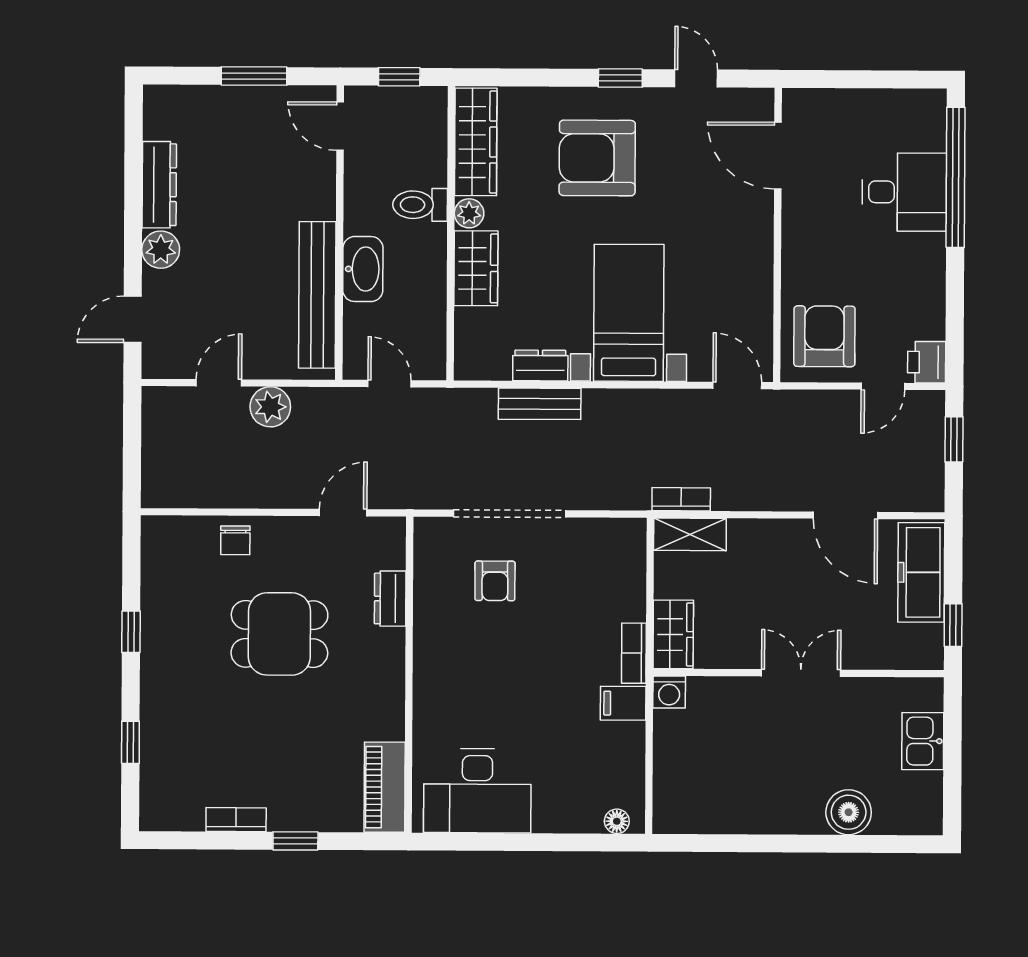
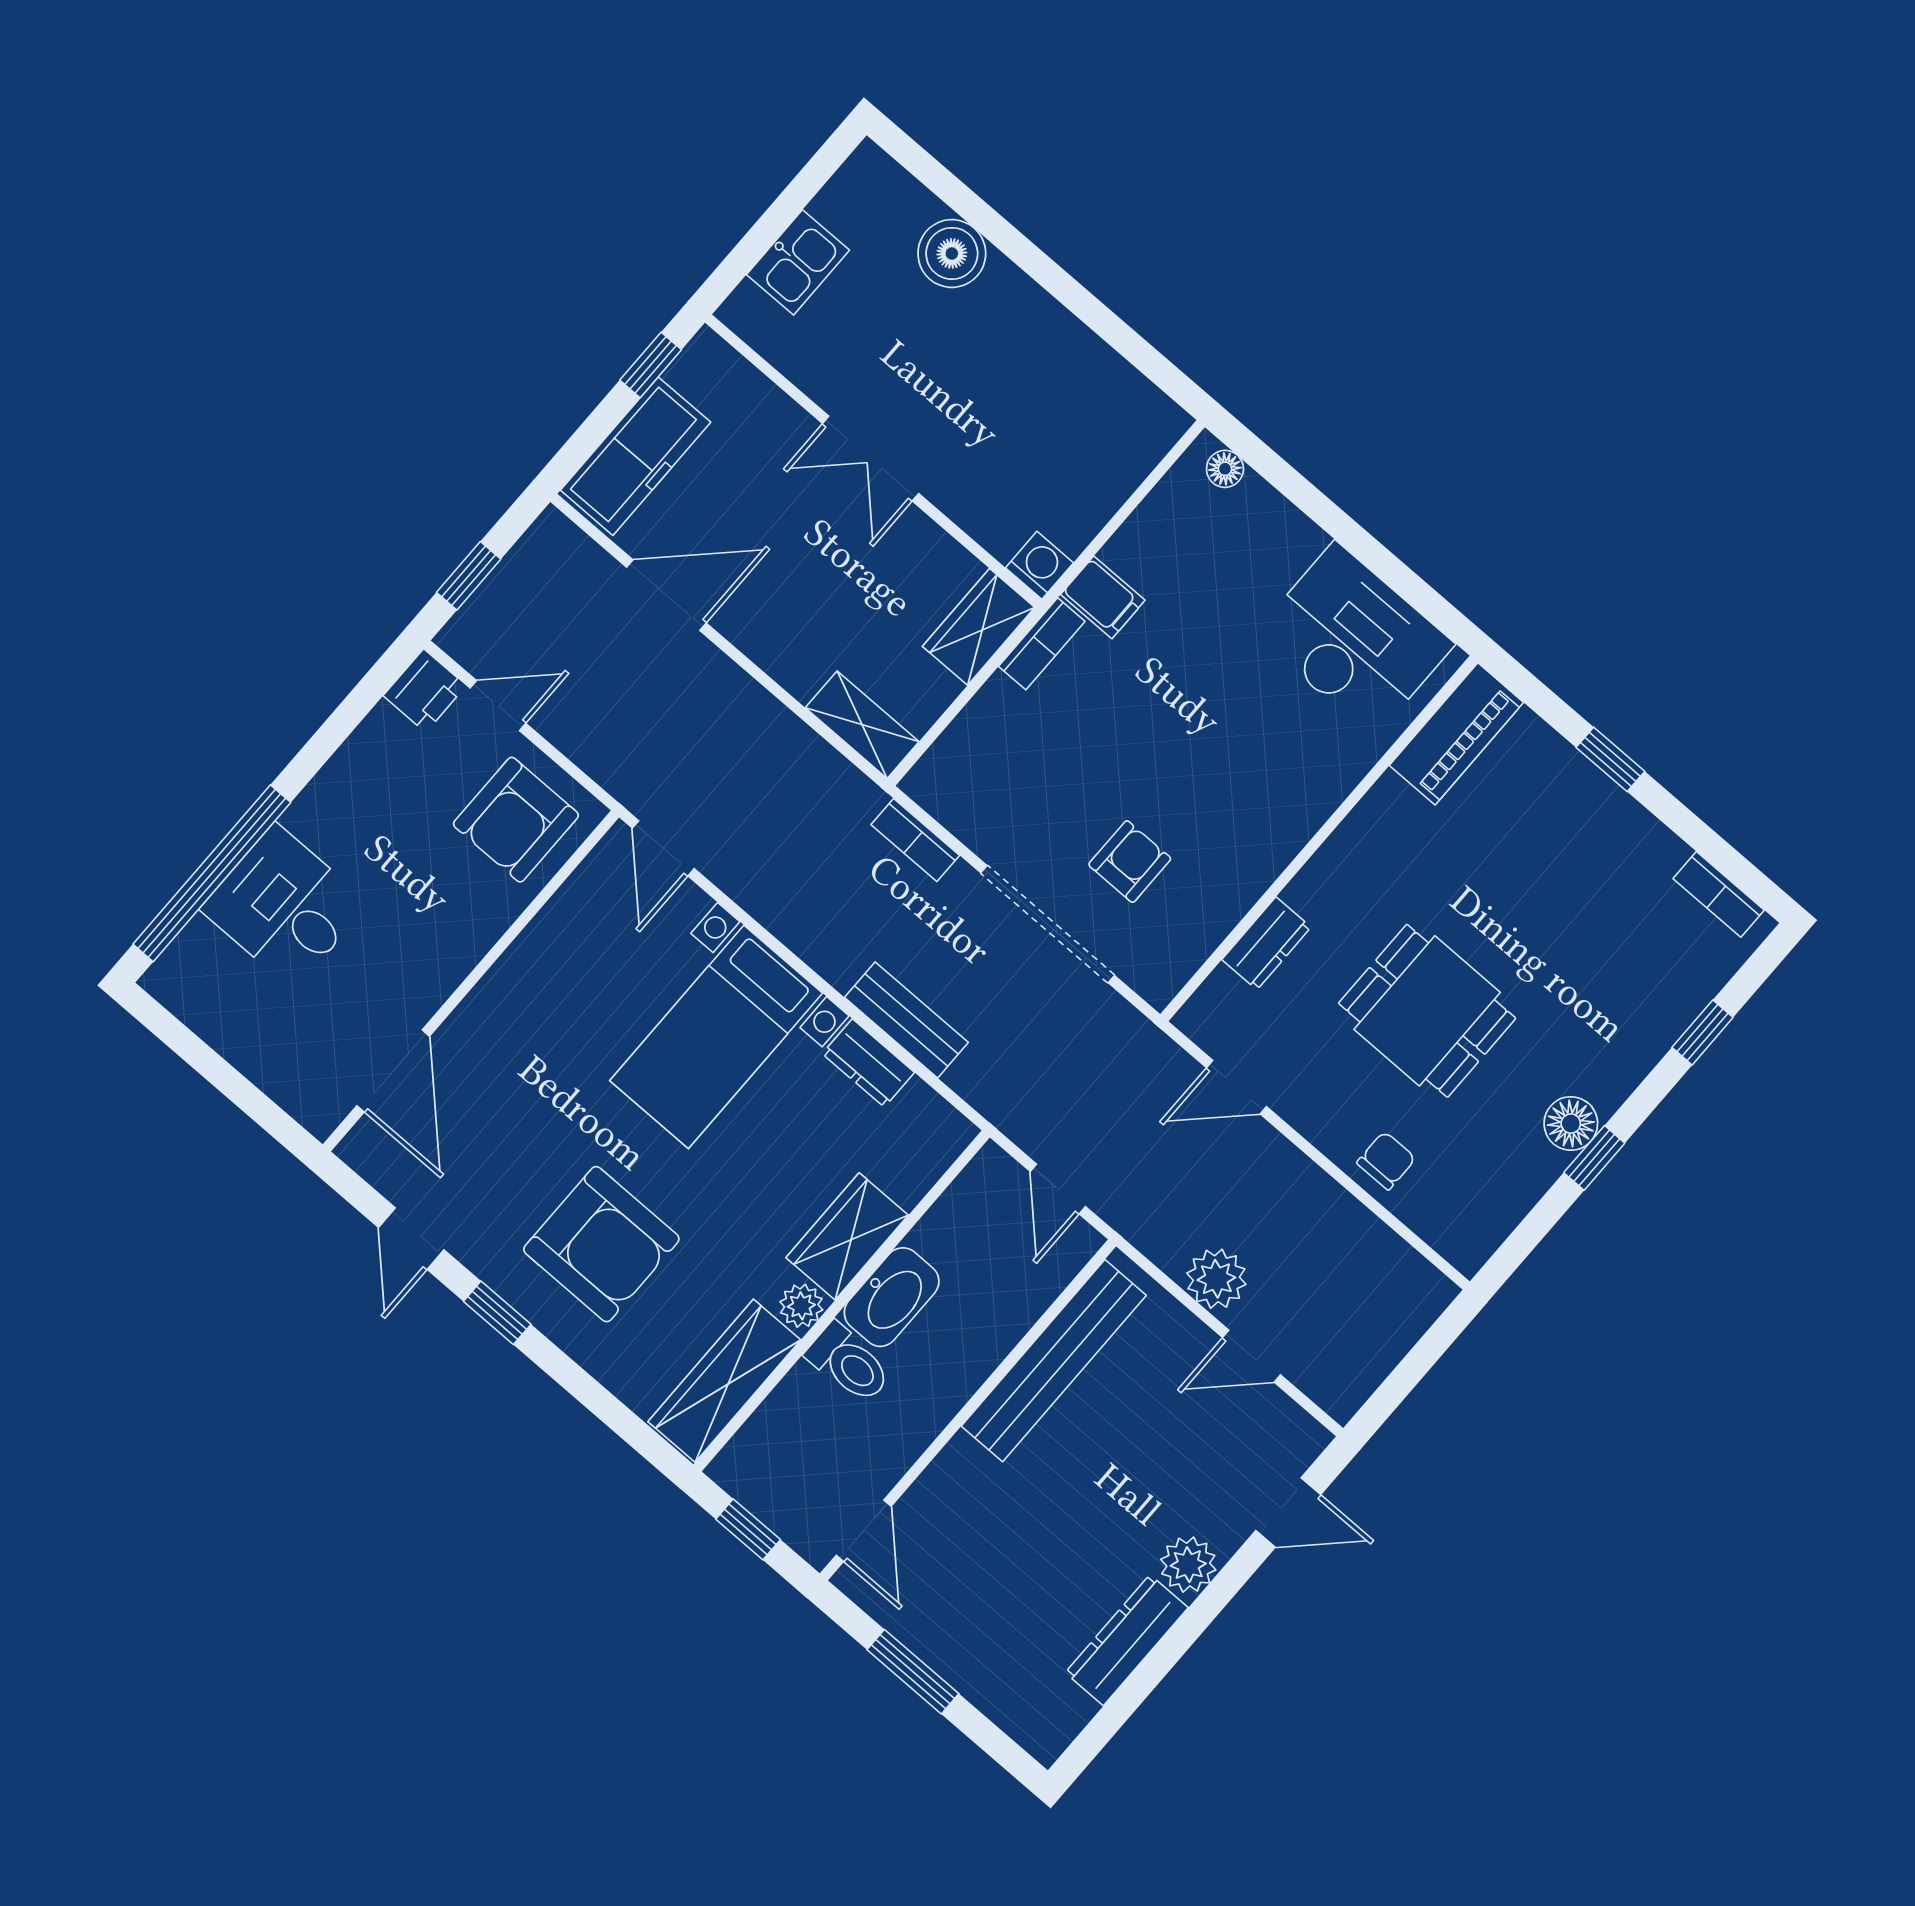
washbasin: (363, 269) -> (892, 1297), moved, turned 180
bookcase: (681, 499) -> (915, 840), moved
door: (845, 515) -> (666, 595), hinge flipped
floor lamp: (158, 639) -> (1571, 1124), added
bookcase: (236, 820) -> (1719, 894), moved

